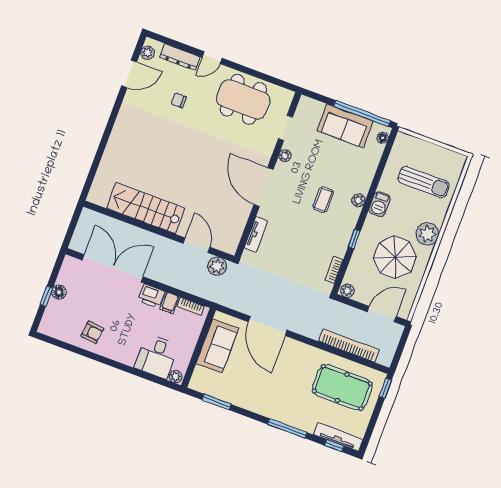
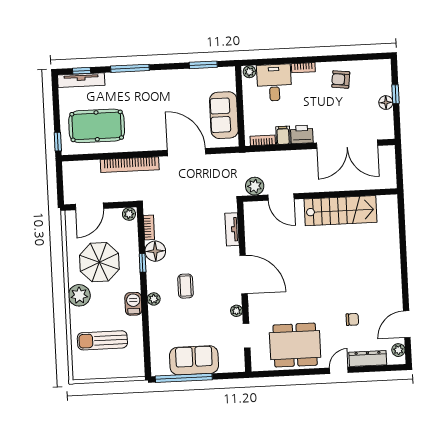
floor lamp: (383, 138) -> (155, 251), moved, width x1.89, depth x1.89
bookcase: (349, 346) -> (130, 165), moved
bookcase: (123, 359) -> (303, 68), added

